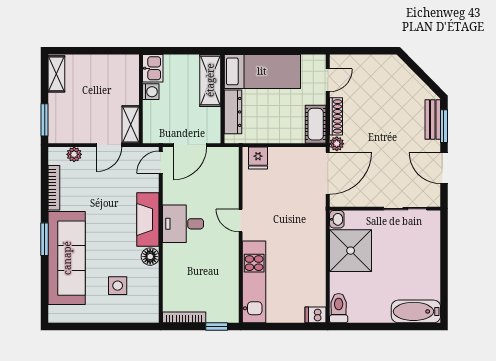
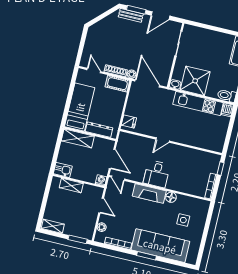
washing machine: (151, 92) -> (101, 180), moved
shelving: (131, 124) -> (71, 185), moved
kitchen unit: (254, 282) -> (198, 104), moved, turned 180

